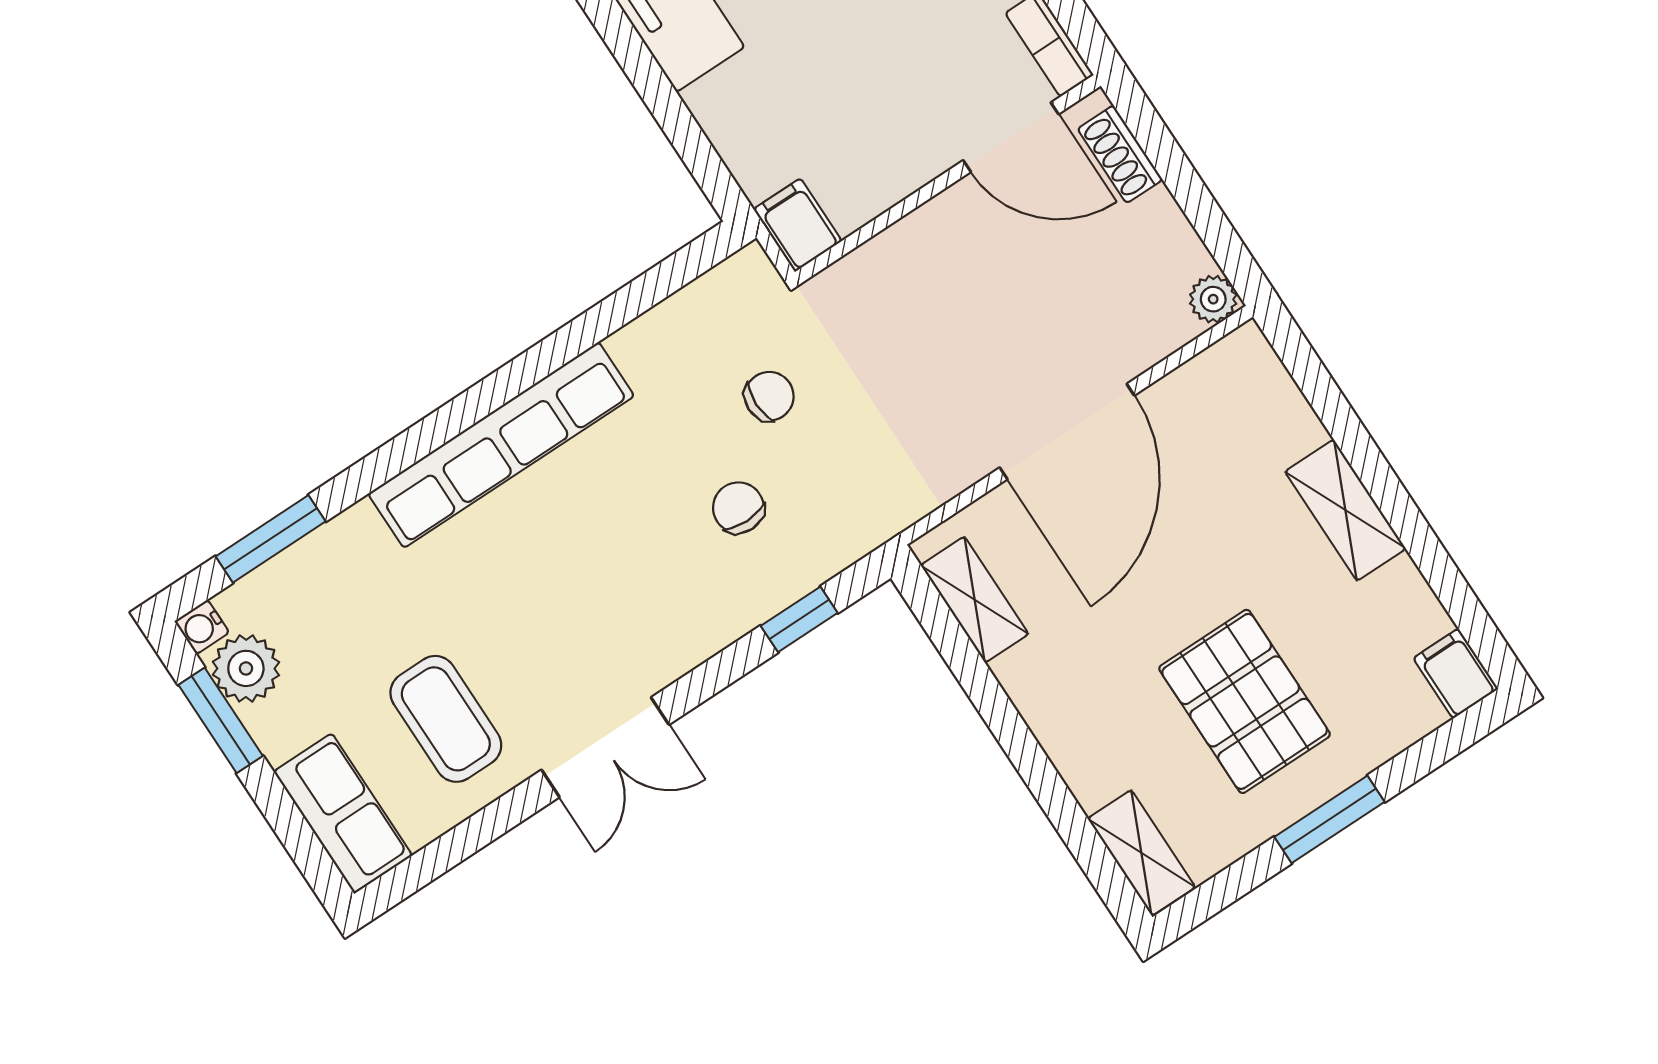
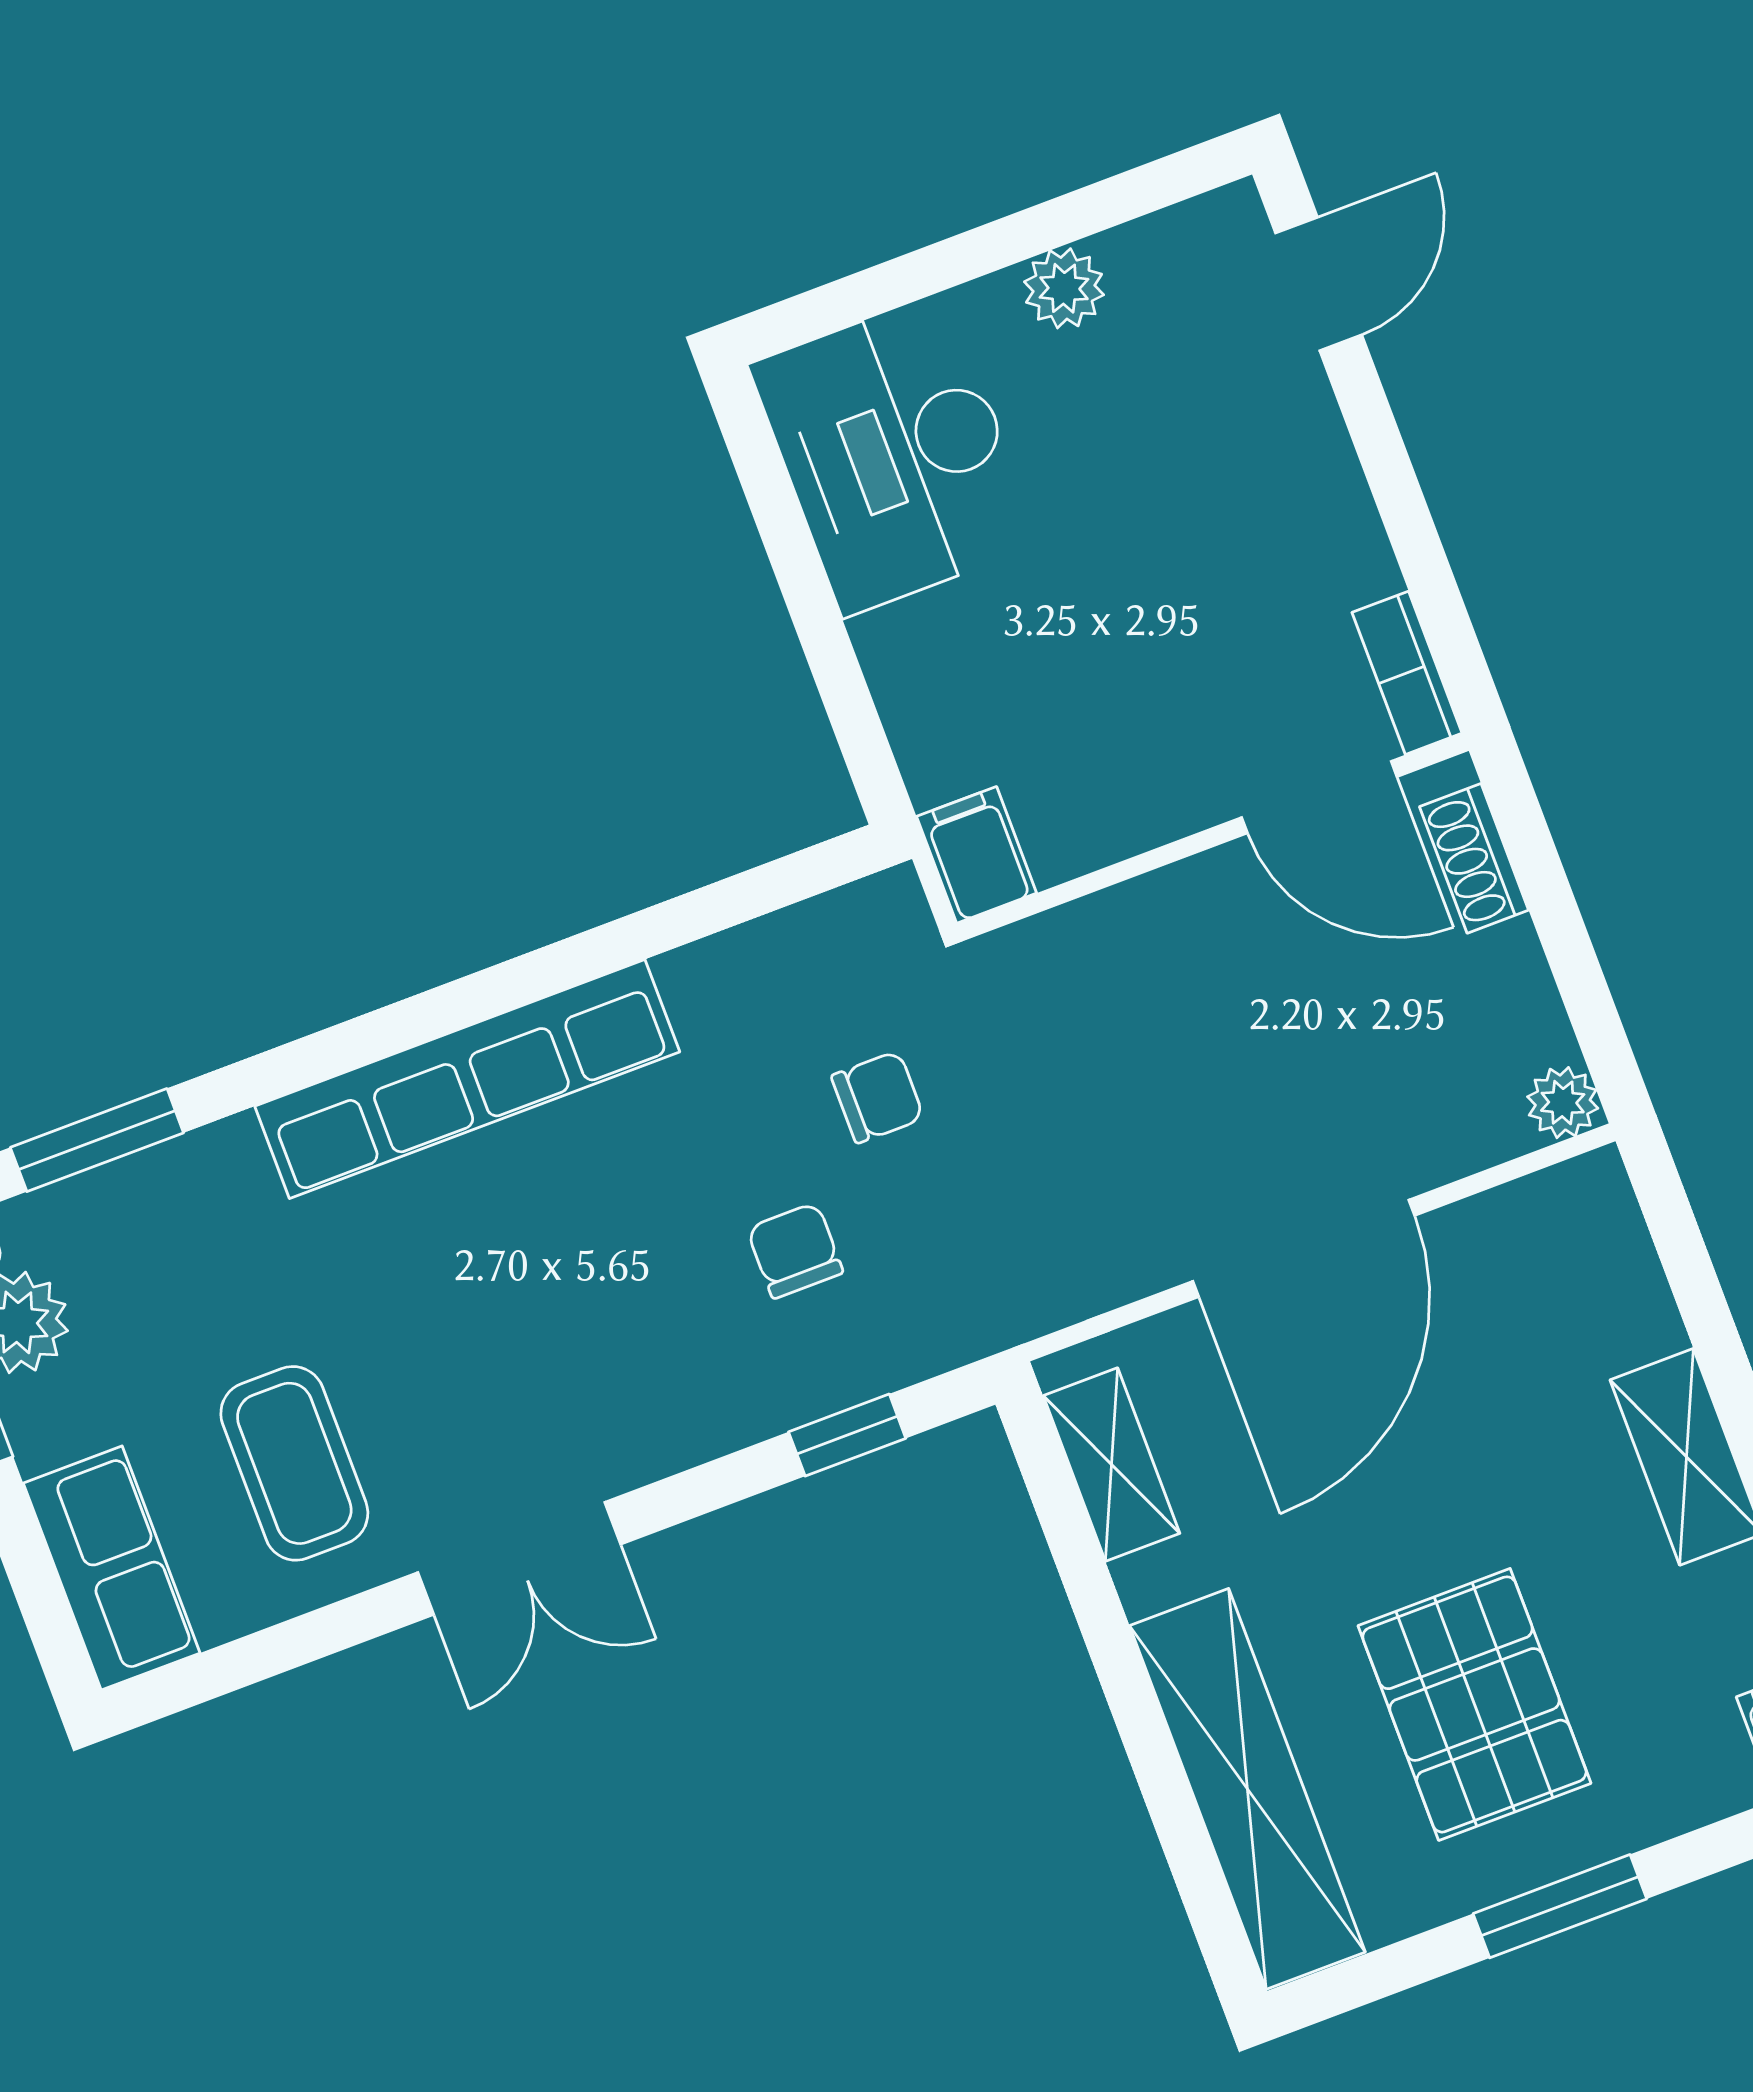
shelving: (1141, 853) -> (1247, 1789), width x2.20, depth x1.33

